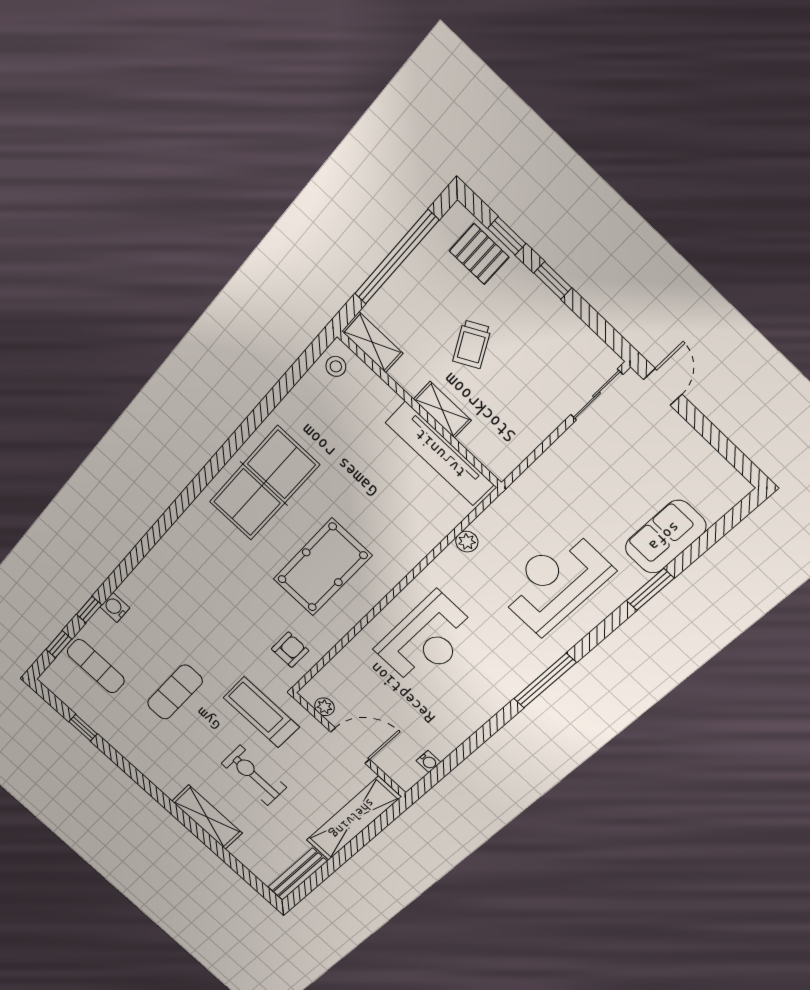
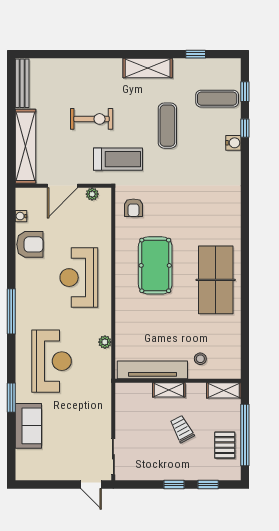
pallet: (479, 254) -> (225, 445), moved, turned 90
stool: (336, 366) -> (200, 359), moved
armchair: (448, 726) -> (30, 244), added
shelving: (207, 817) -> (148, 68), moved

